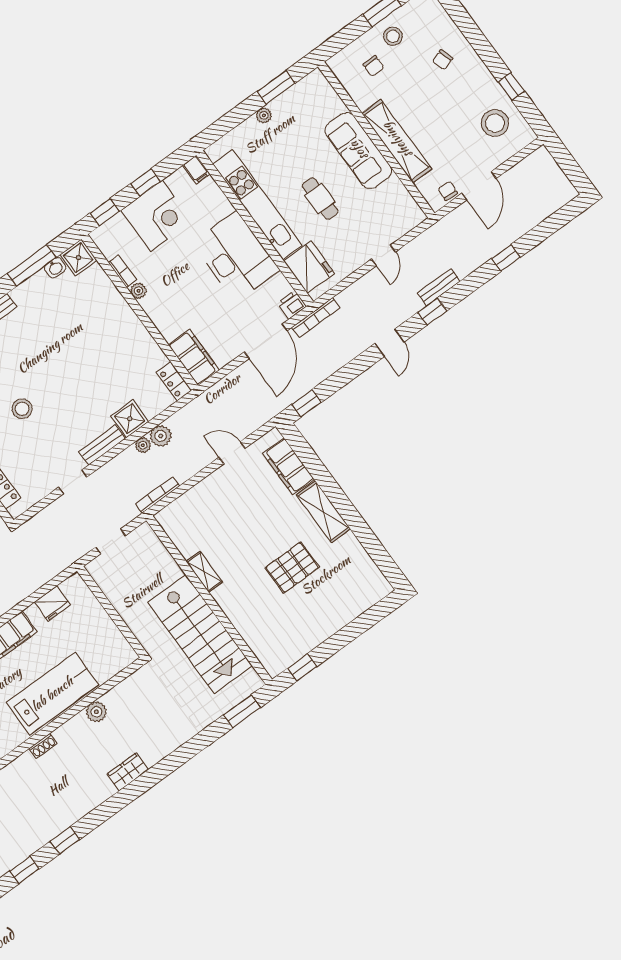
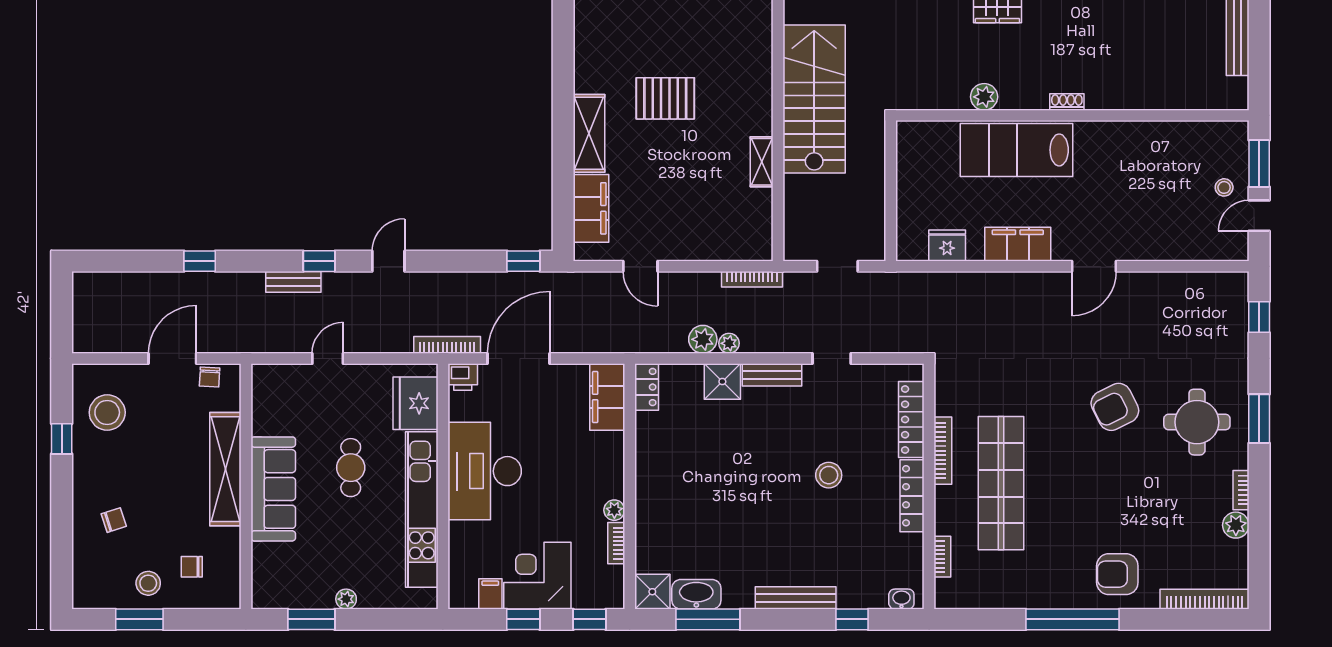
chair: (374, 66) -> (192, 567), turned -90
filing cabinet: (196, 170) -> (490, 594), moved
washbasin: (55, 268) -> (696, 594), width x1.91, depth x1.45

